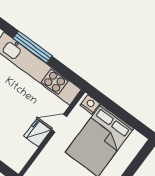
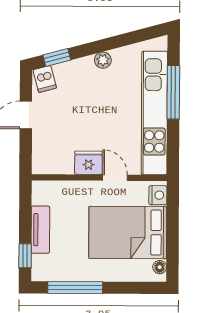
floor lamp: (136, 137) -> (160, 267), added

